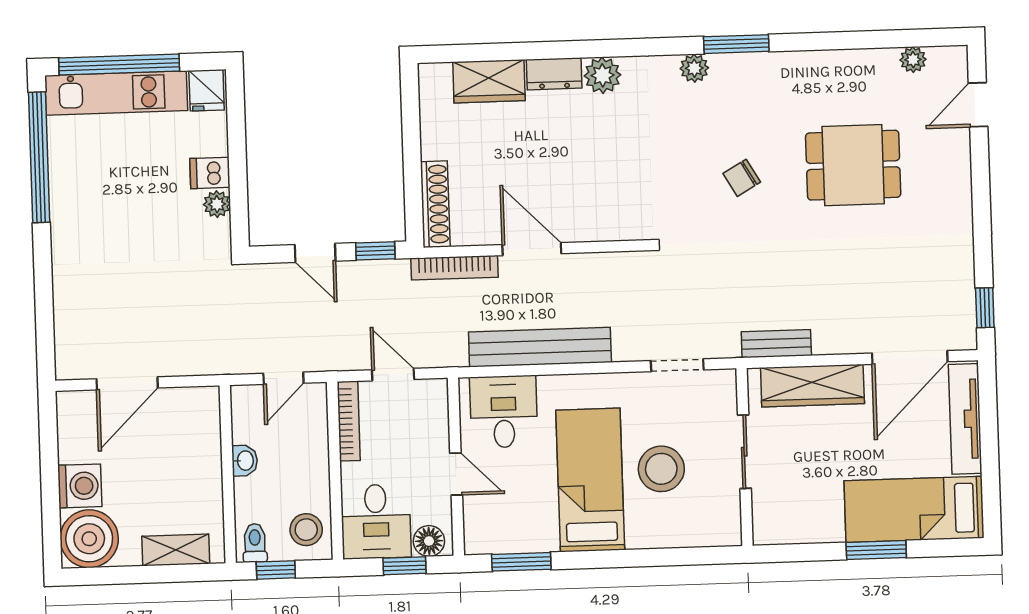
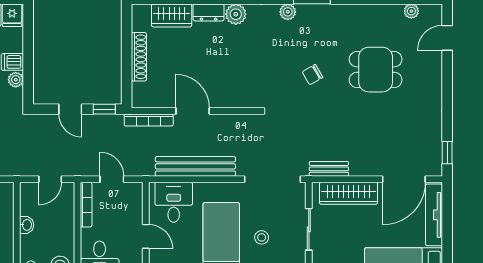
shoe rack: (435, 204) -> (139, 57), moved
doorway: (677, 365) -> (273, 179), width x1.87
stool: (661, 469) -> (262, 237), width x0.53, depth x0.53

